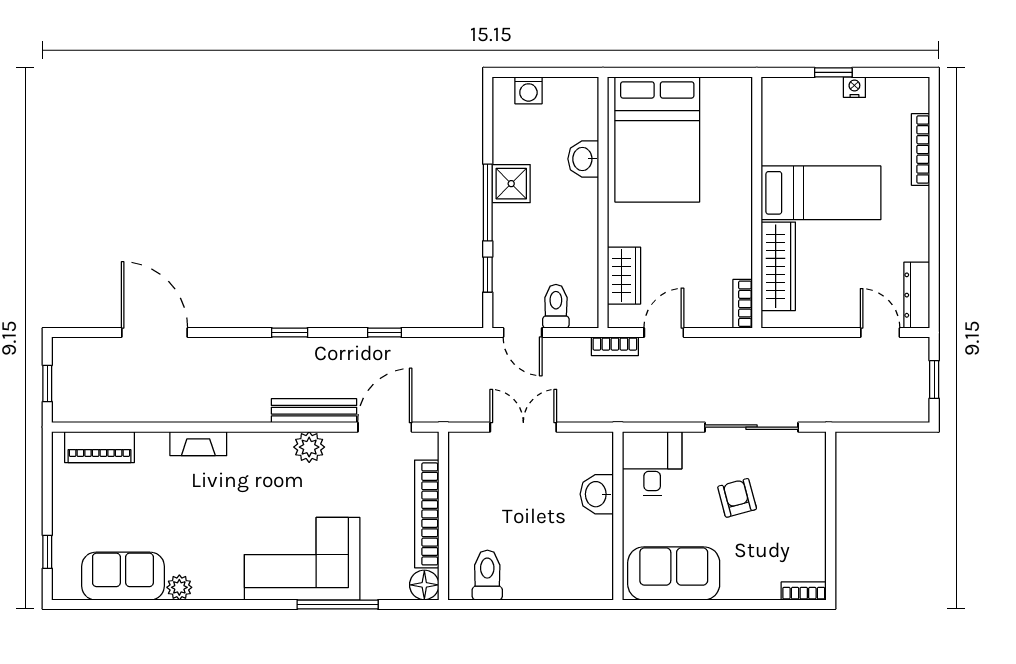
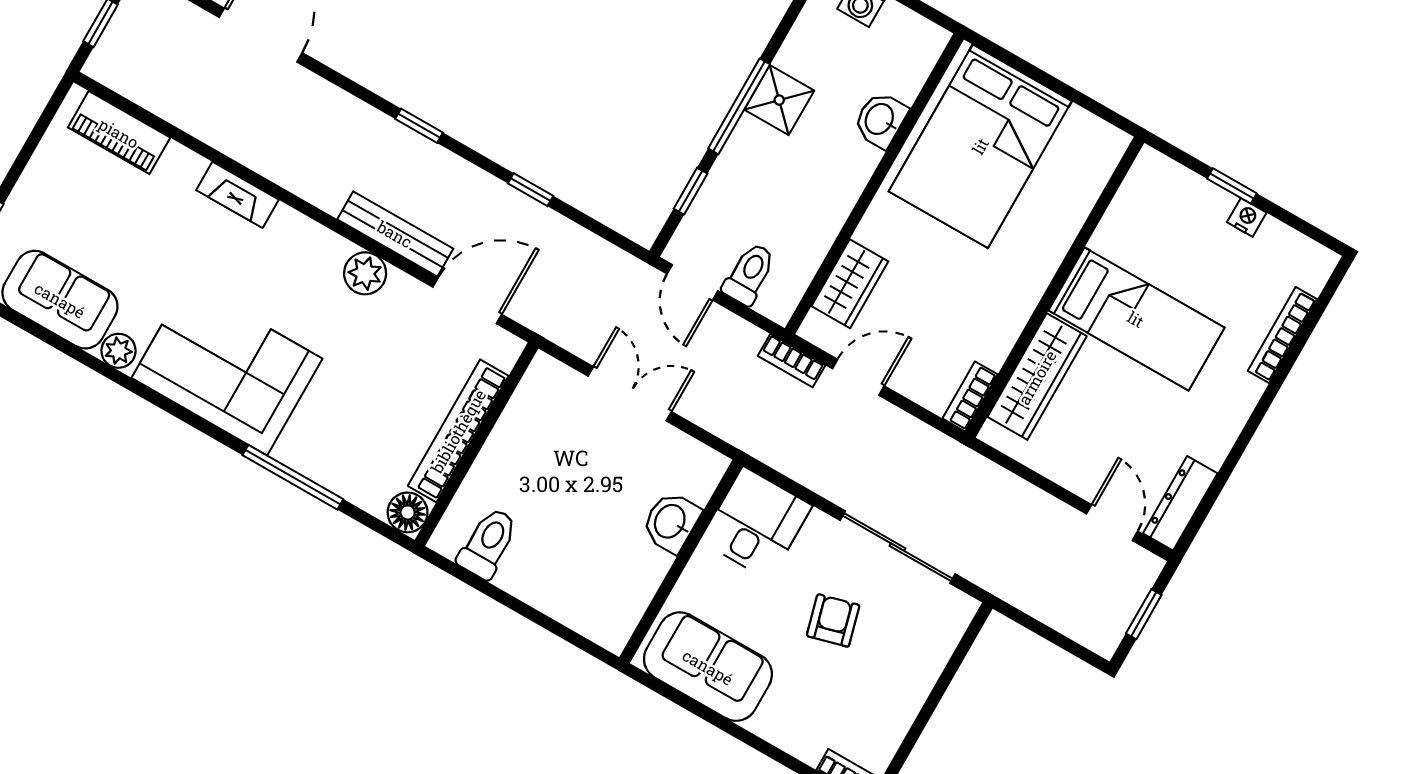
corner sofa: (302, 559) -> (227, 368), moved

